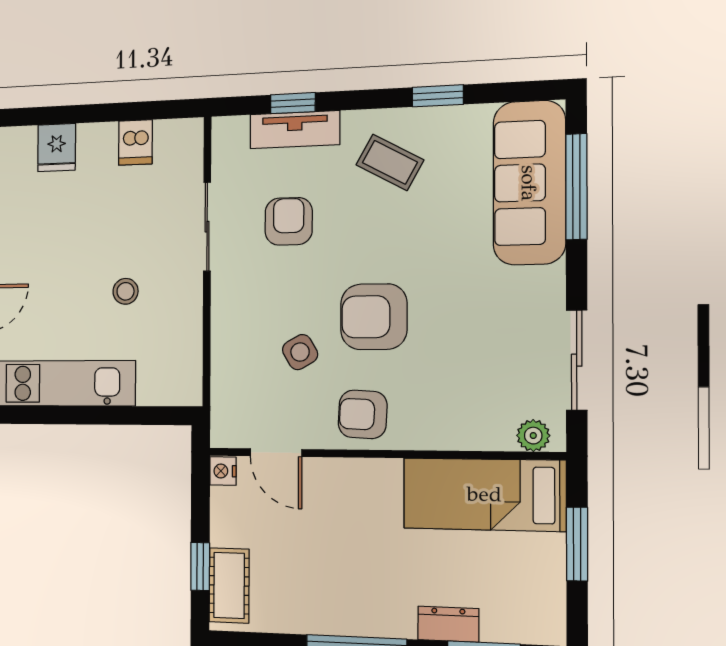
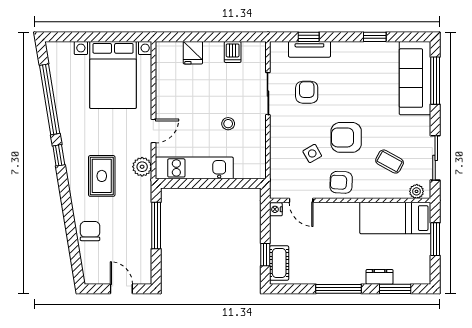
coffee table: (390, 162) -> (390, 162), moved

